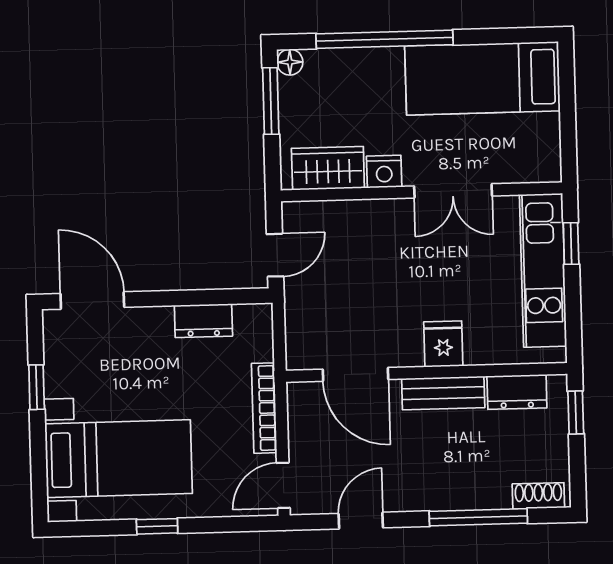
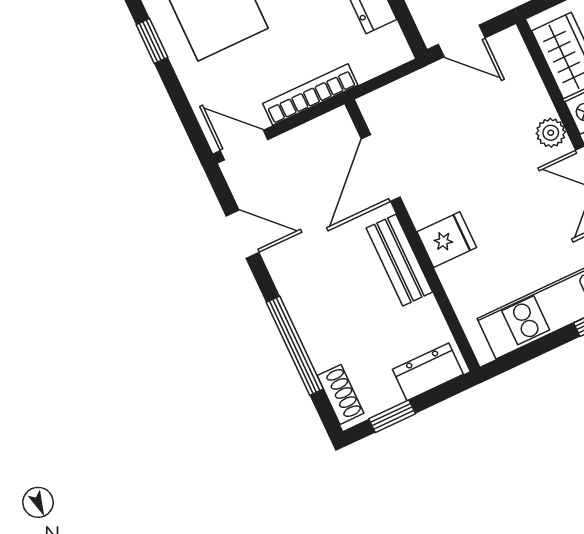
plant: (389, 212) -> (551, 133), added
dresser: (517, 392) -> (428, 372), moved, turned 90
window: (576, 413) -> (392, 416), moved

